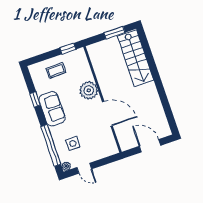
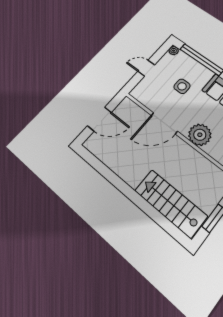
side table: (73, 143) -> (182, 86), moved
door: (84, 168) -> (146, 68), moved

